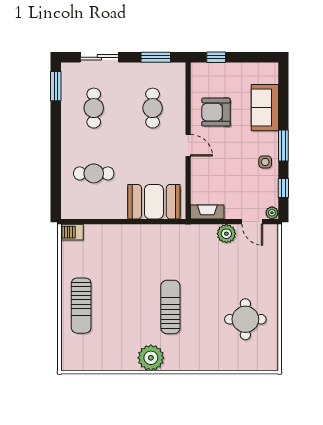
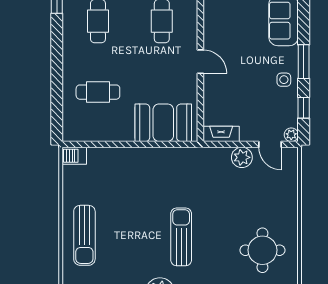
armchair: (216, 112) -> (231, 26), removed

